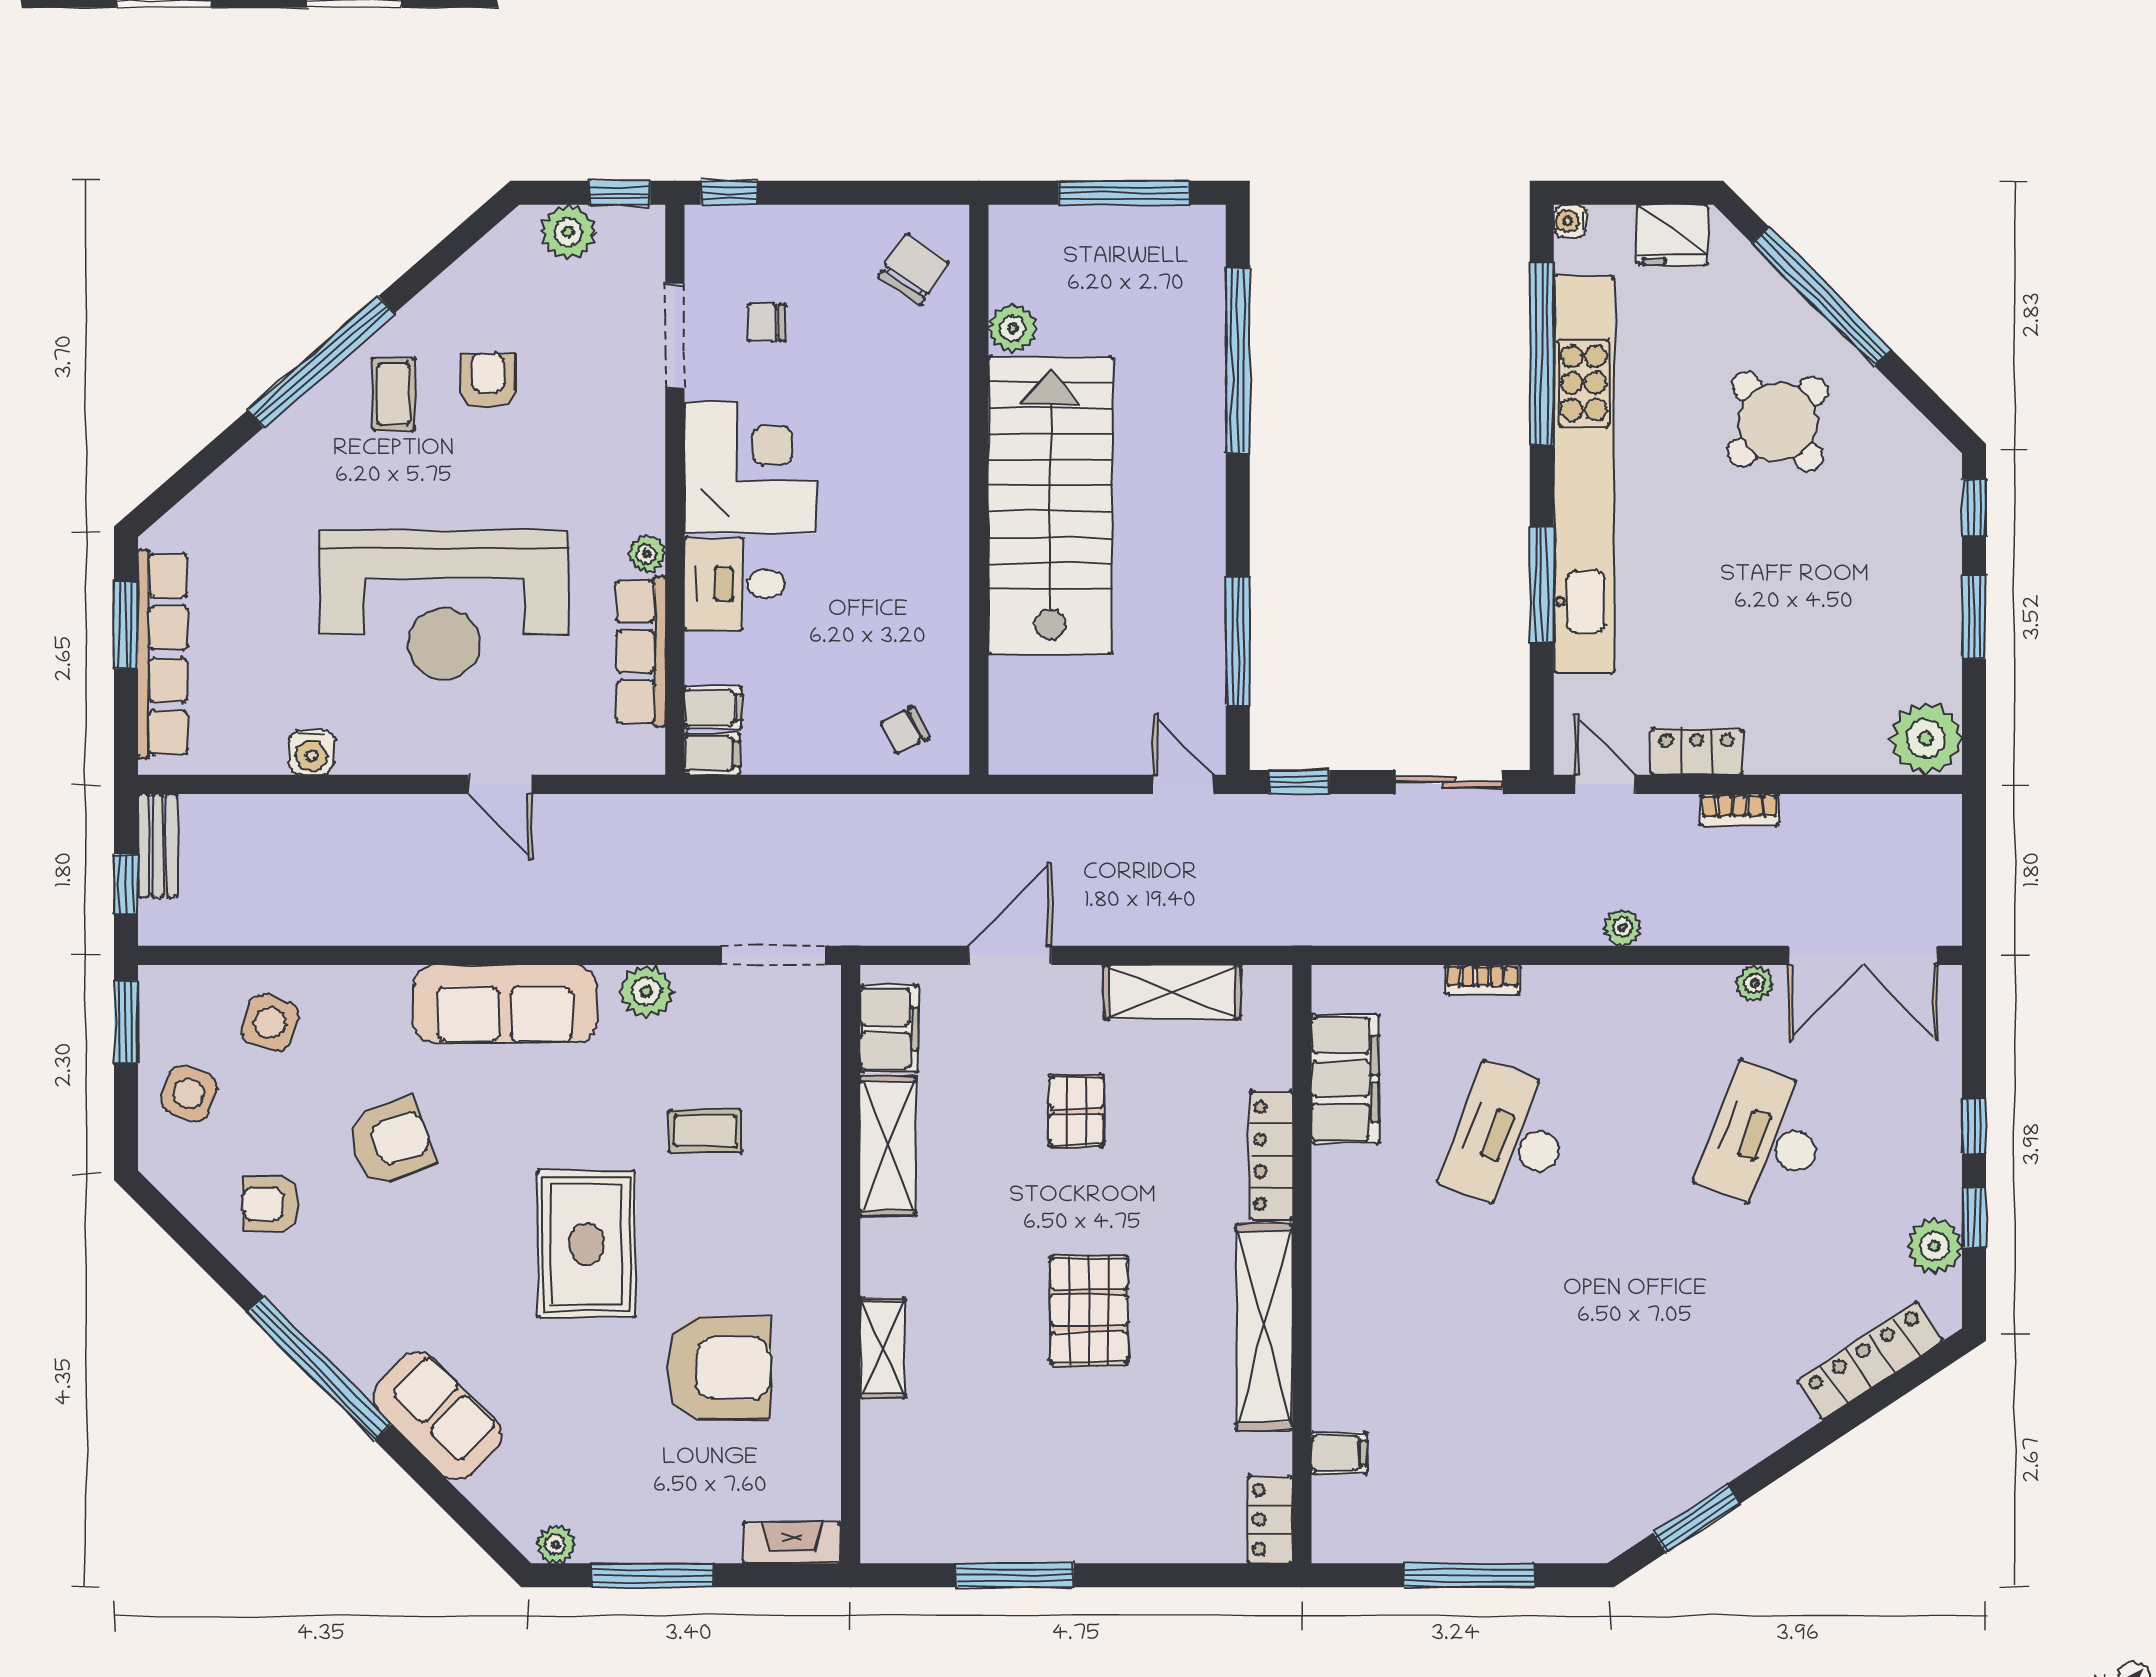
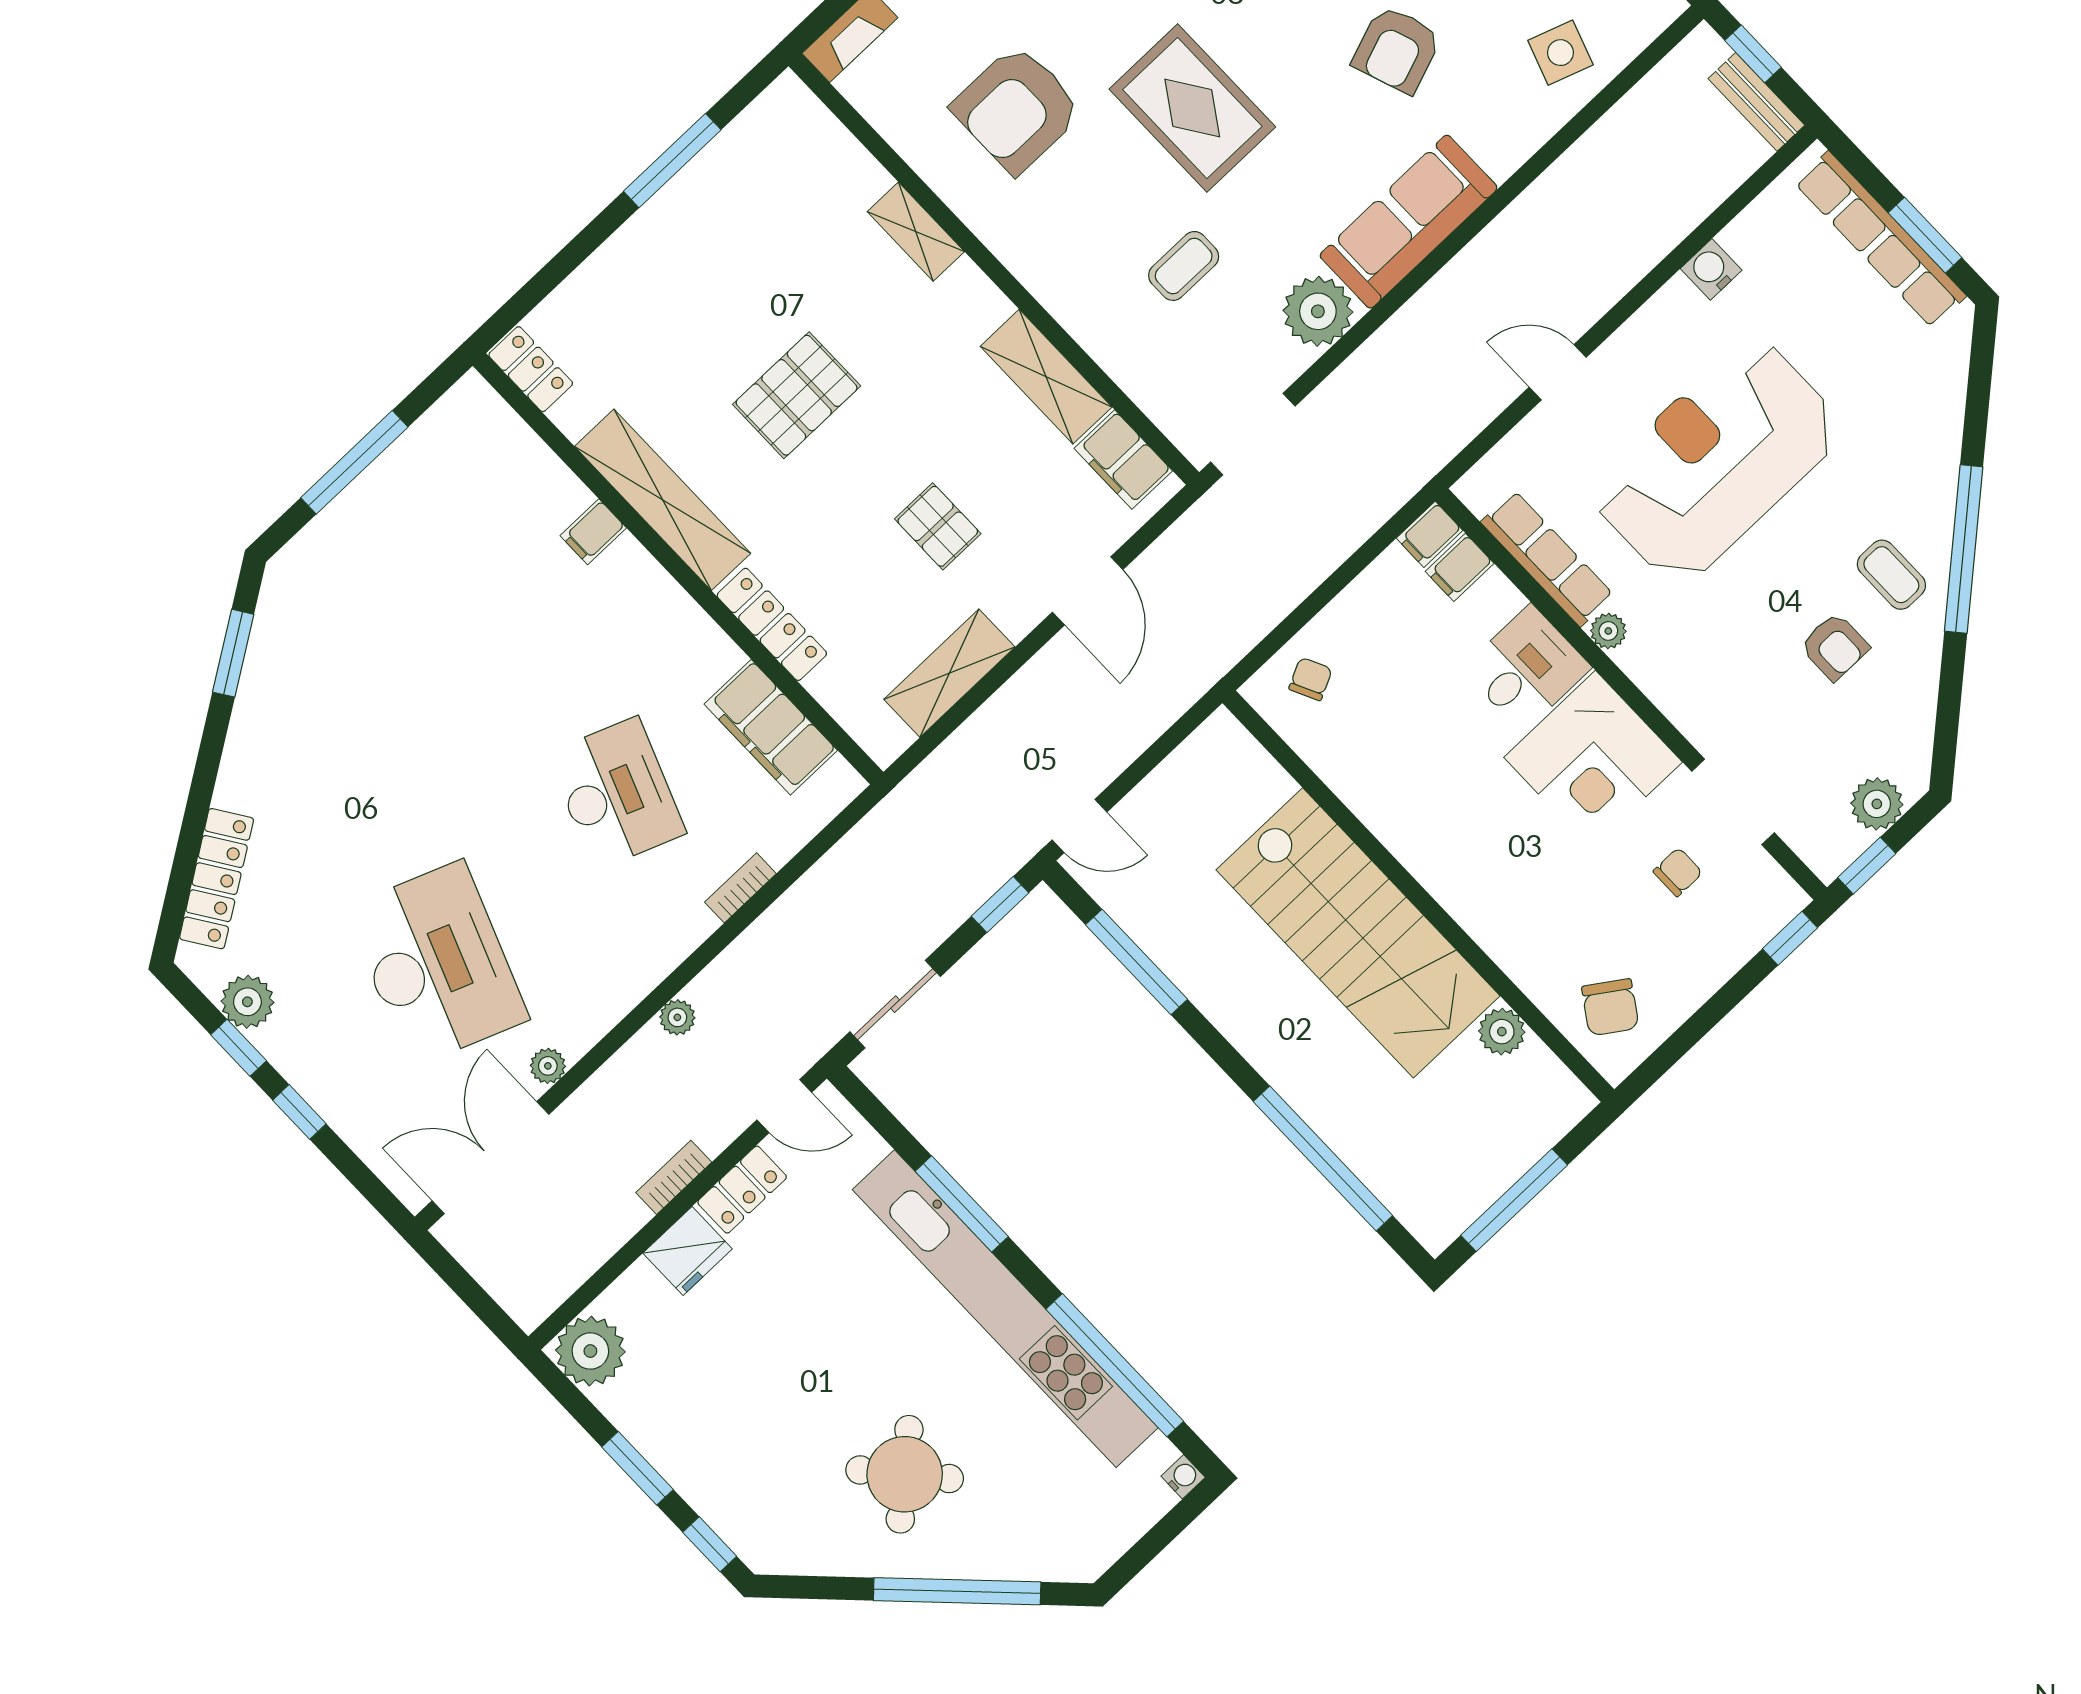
fridge: (1673, 235) -> (688, 1251), moved, turned 180
plant: (647, 992) -> (1318, 311), width x1.36, depth x1.36
desk: (1765, 1139) -> (437, 964), width x1.36, depth x1.30
pallet: (1089, 1310) -> (797, 395), turned 90
filing cabinet: (1339, 1453) -> (593, 532), moved

